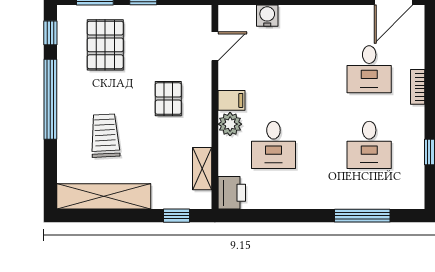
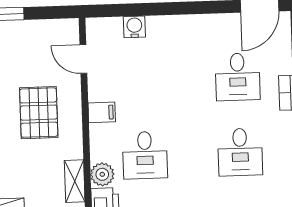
door: (215, 46) -> (83, 59), swing flipped
pallet: (168, 99) -> (39, 113), width x1.50, depth x1.42
plant: (230, 124) -> (102, 174), moved

